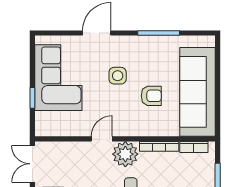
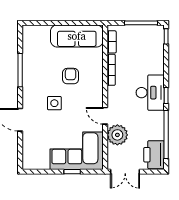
corner sofa: (58, 78) -> (77, 151), moved
sofa: (198, 92) -> (77, 36), width x0.74, depth x0.79
plant: (125, 154) -> (117, 135), moved

